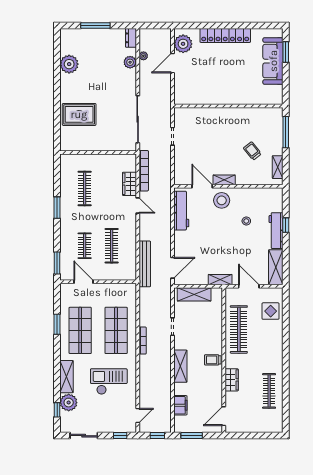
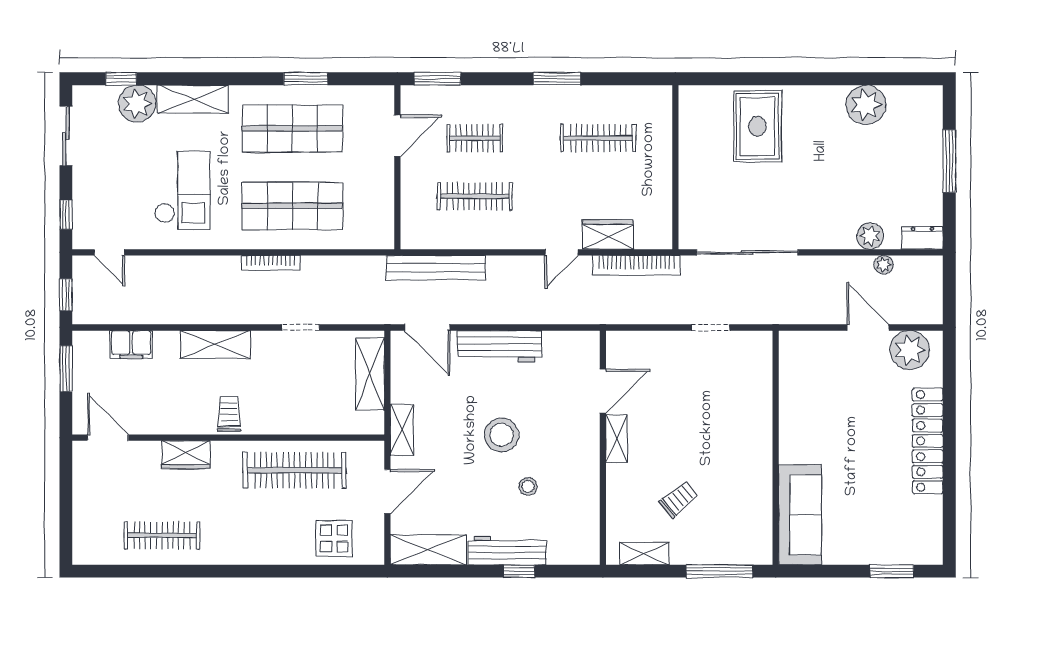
sofa: (273, 61) -> (800, 515), moved, turned 90
stool: (222, 200) -> (502, 435), moved
workbench: (181, 211) -> (499, 346), moved

